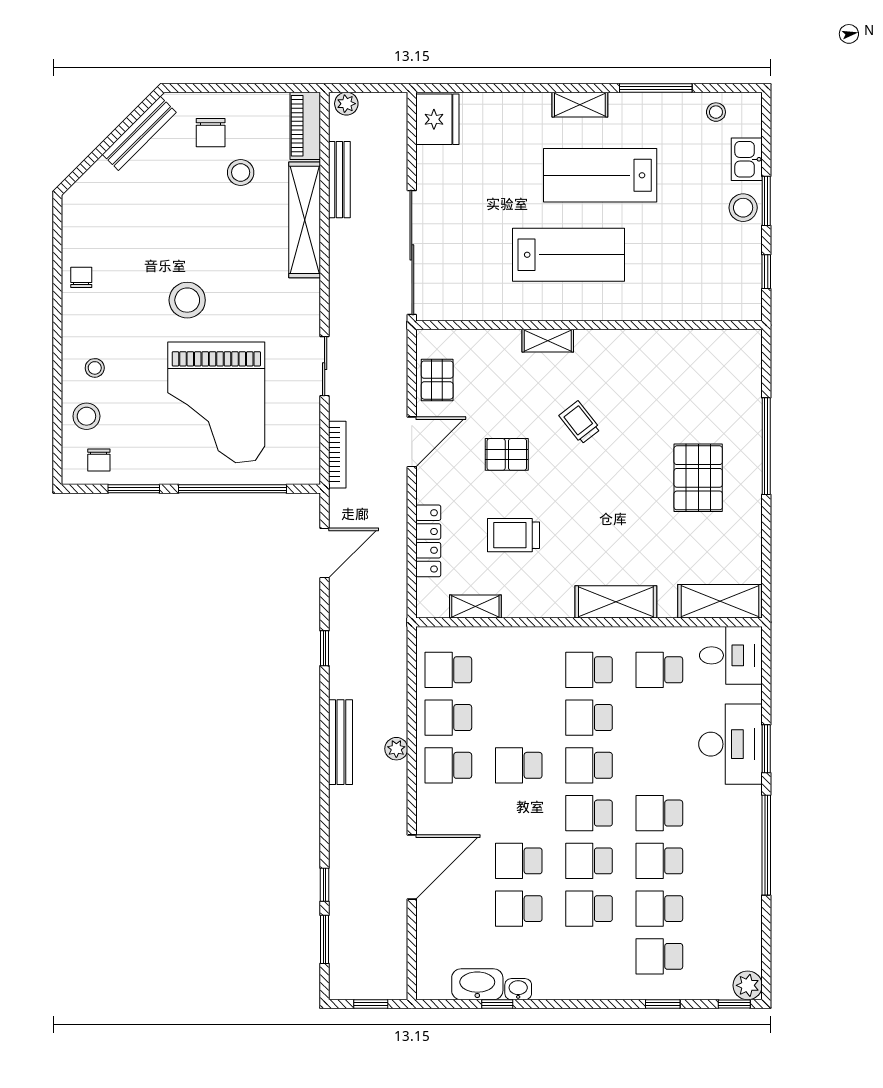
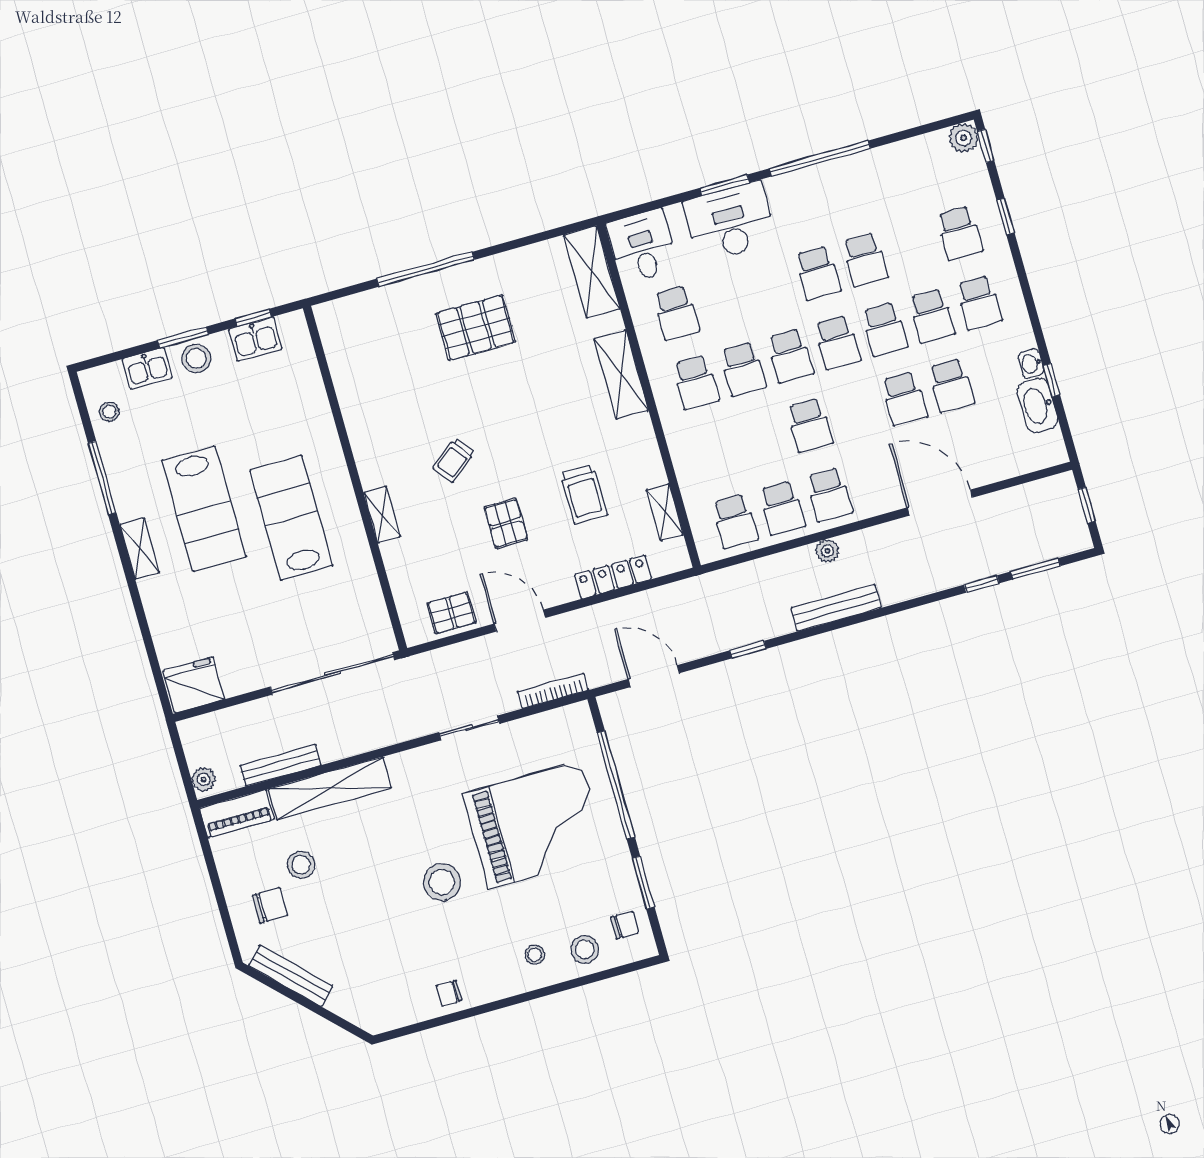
kitchen sink: (746, 268) -> (255, 339), added
school desk: (659, 909) -> (979, 303), moved

